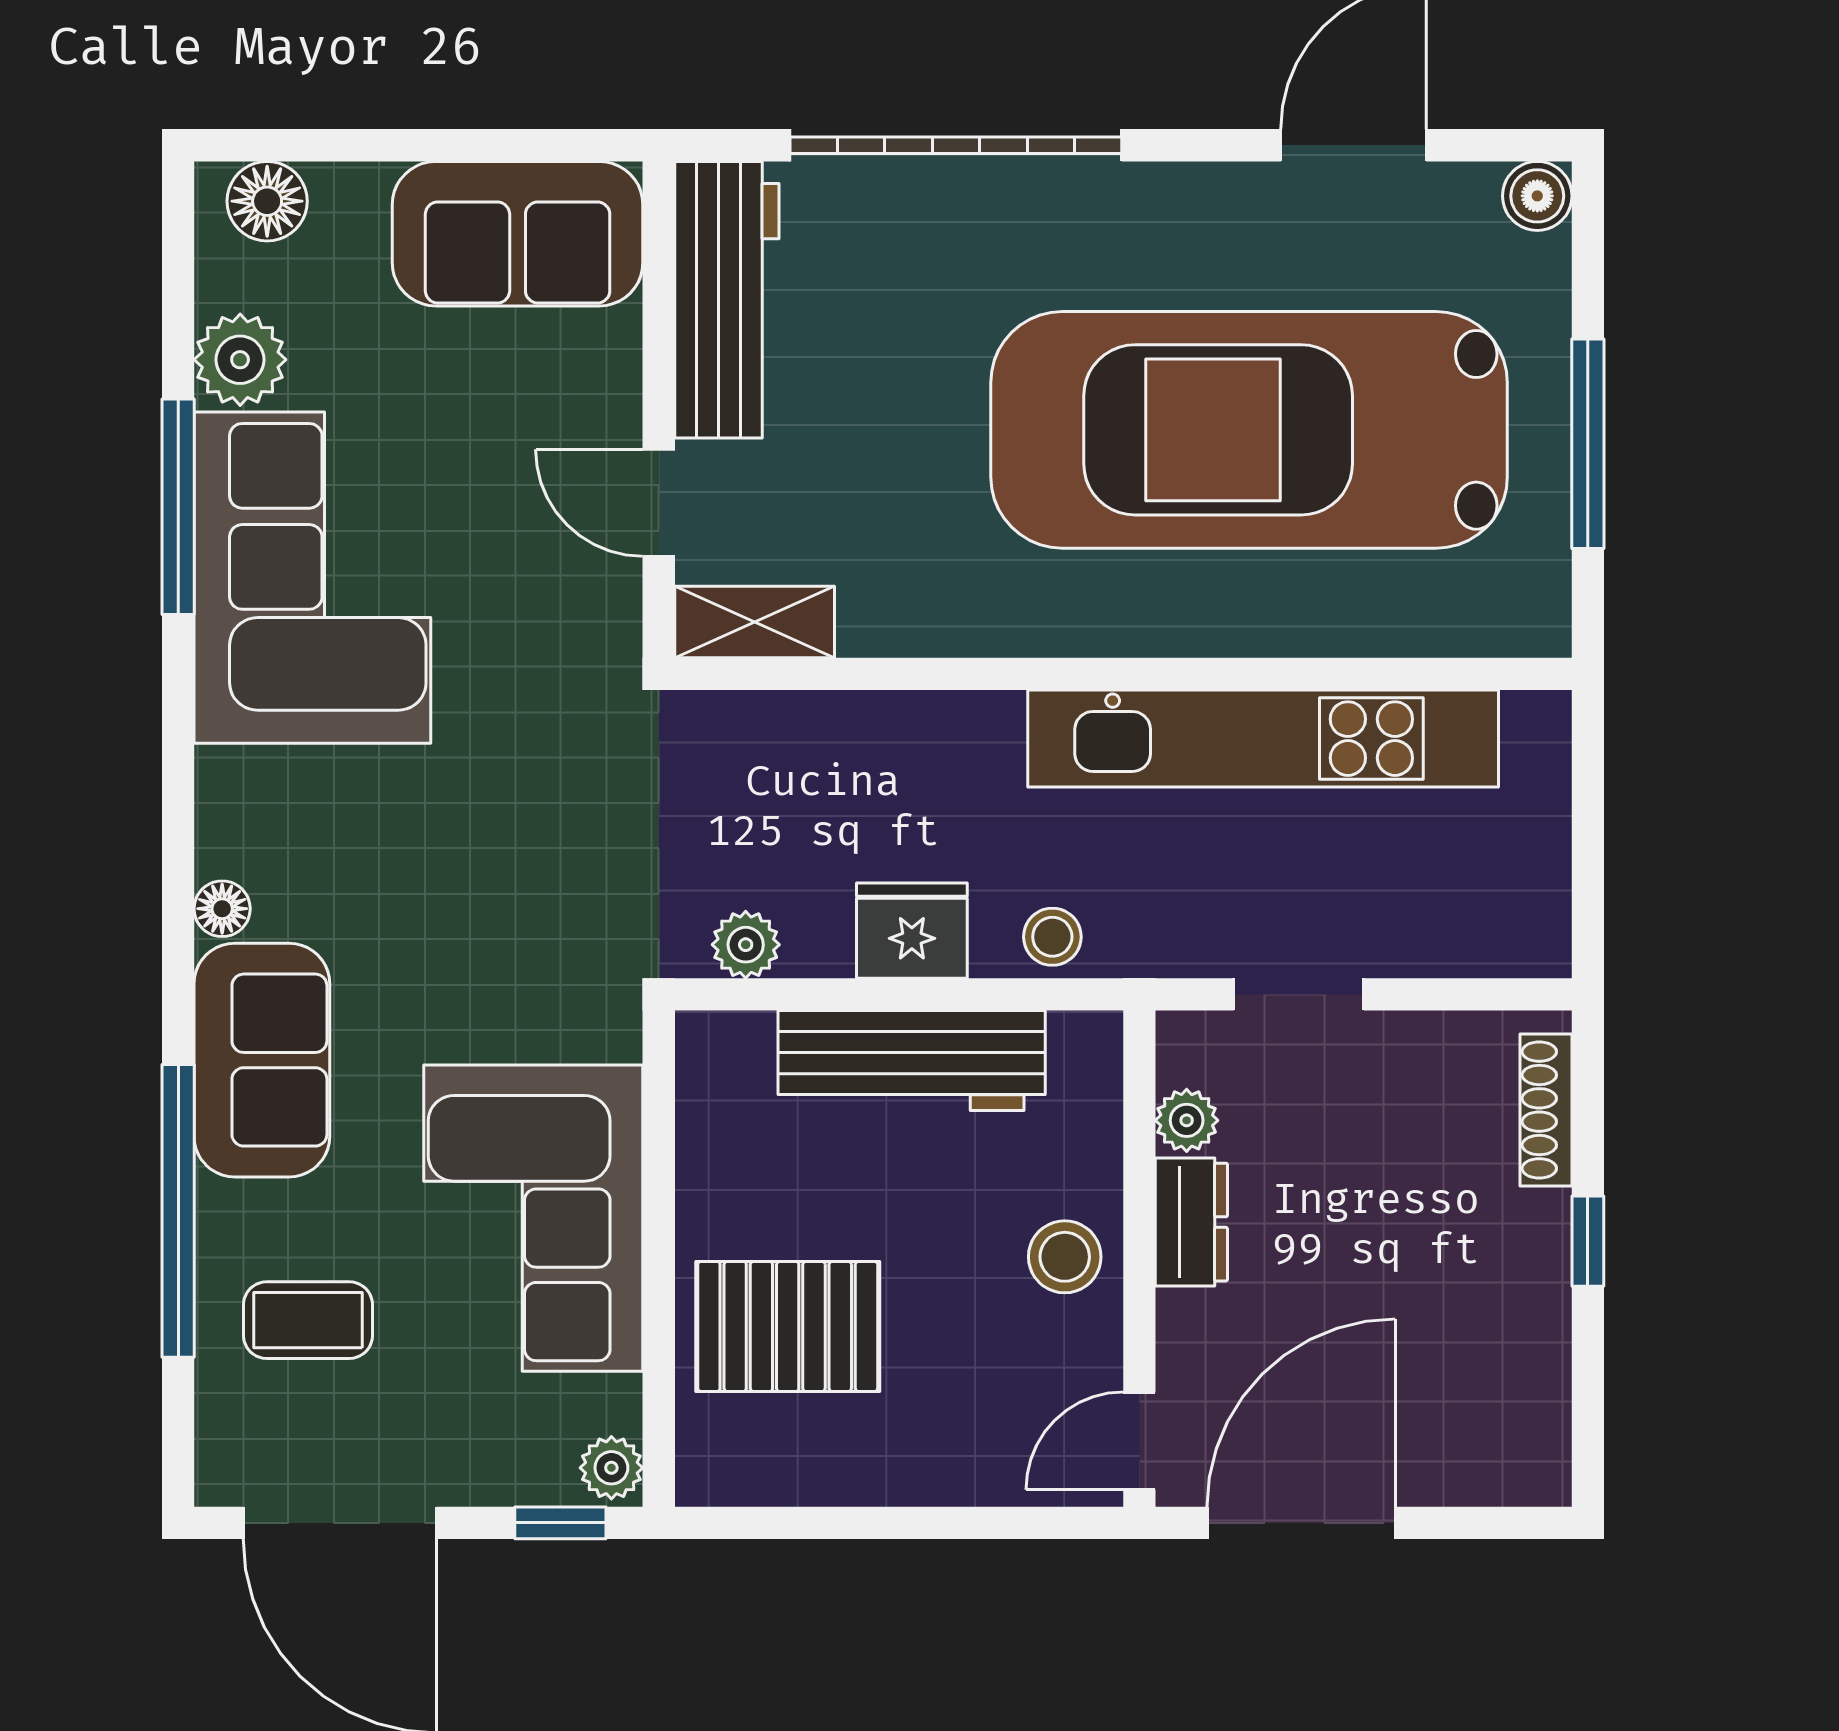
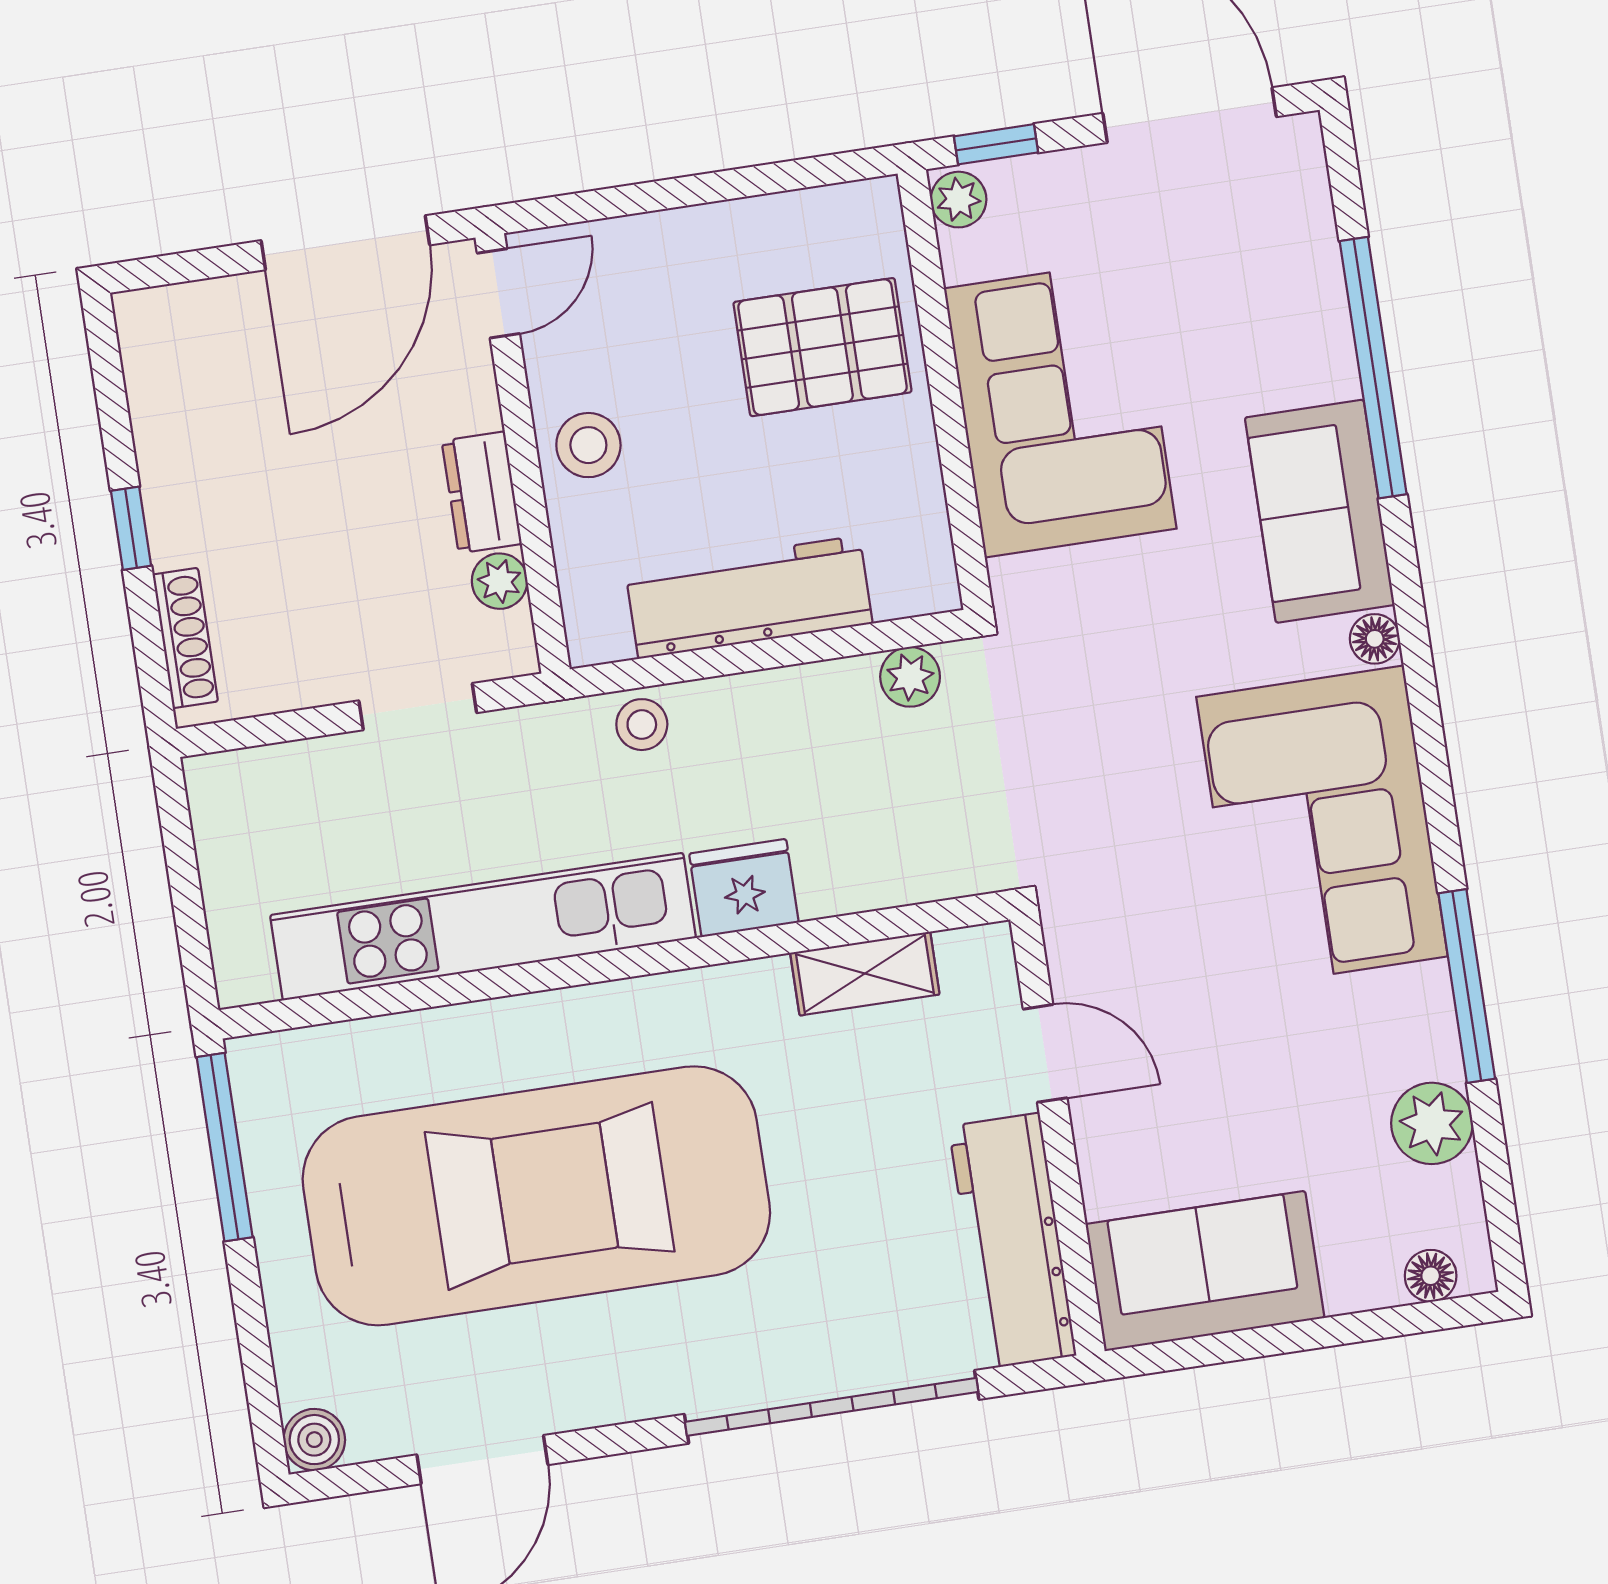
floor lamp: (267, 201) -> (1431, 1276), width x0.73, depth x0.73
window: (1588, 444) -> (225, 1147), moved
corner sofa: (312, 578) -> (1322, 827), moved
shelving: (755, 622) -> (865, 974), moved
fridge: (912, 931) -> (744, 888), moved, turned 180
coffee table: (308, 1320) -> (1245, 289), removed

